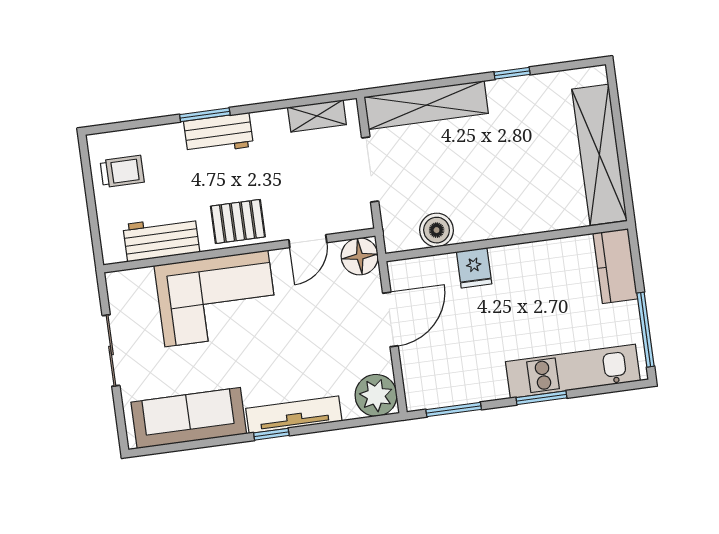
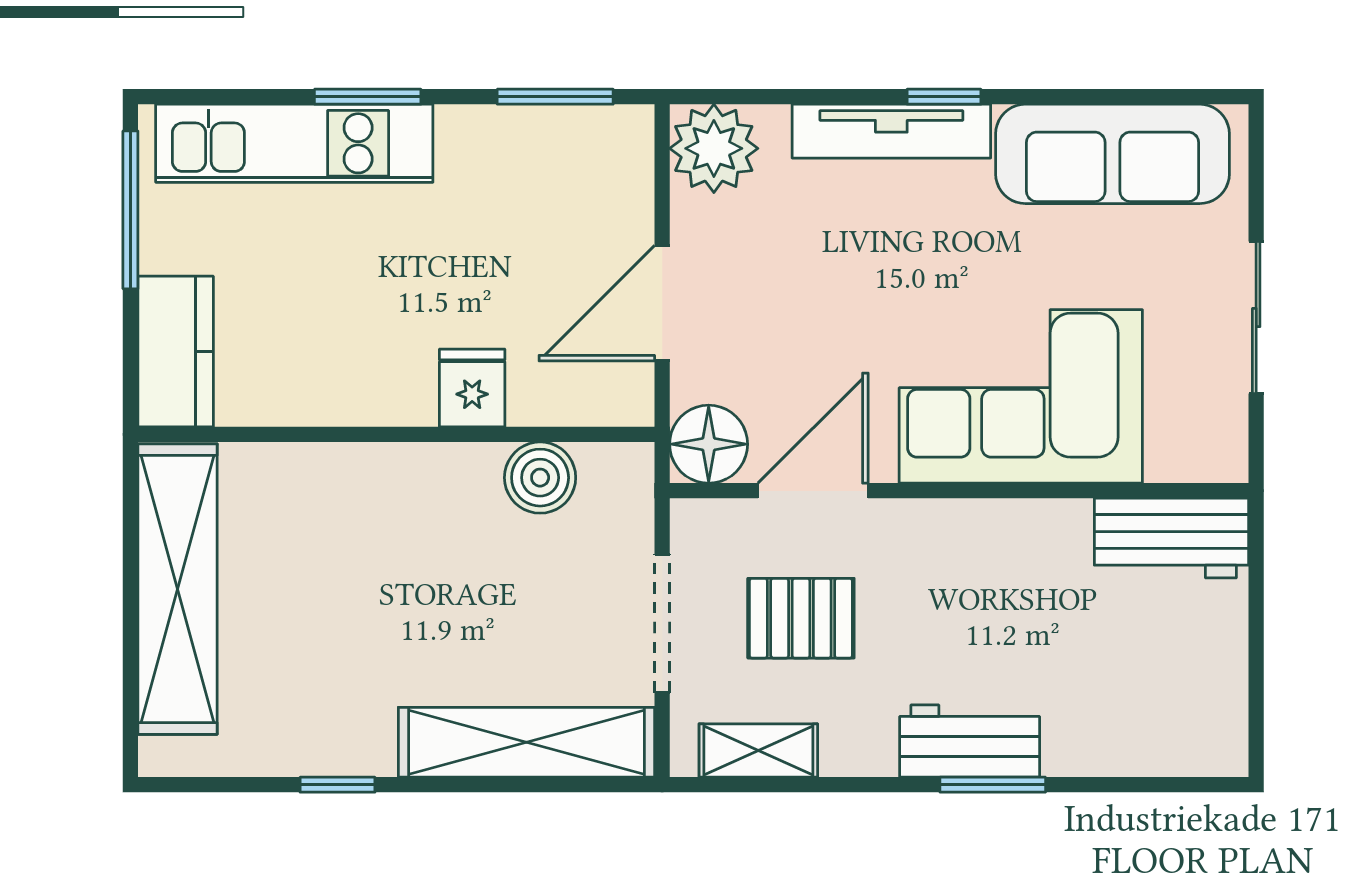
trolley: (122, 171) -> (1182, 689), removed
pallet: (238, 221) -> (801, 618), moved
workbench: (161, 238) -> (1172, 538), moved
door: (308, 241) -> (813, 491), width x1.38

